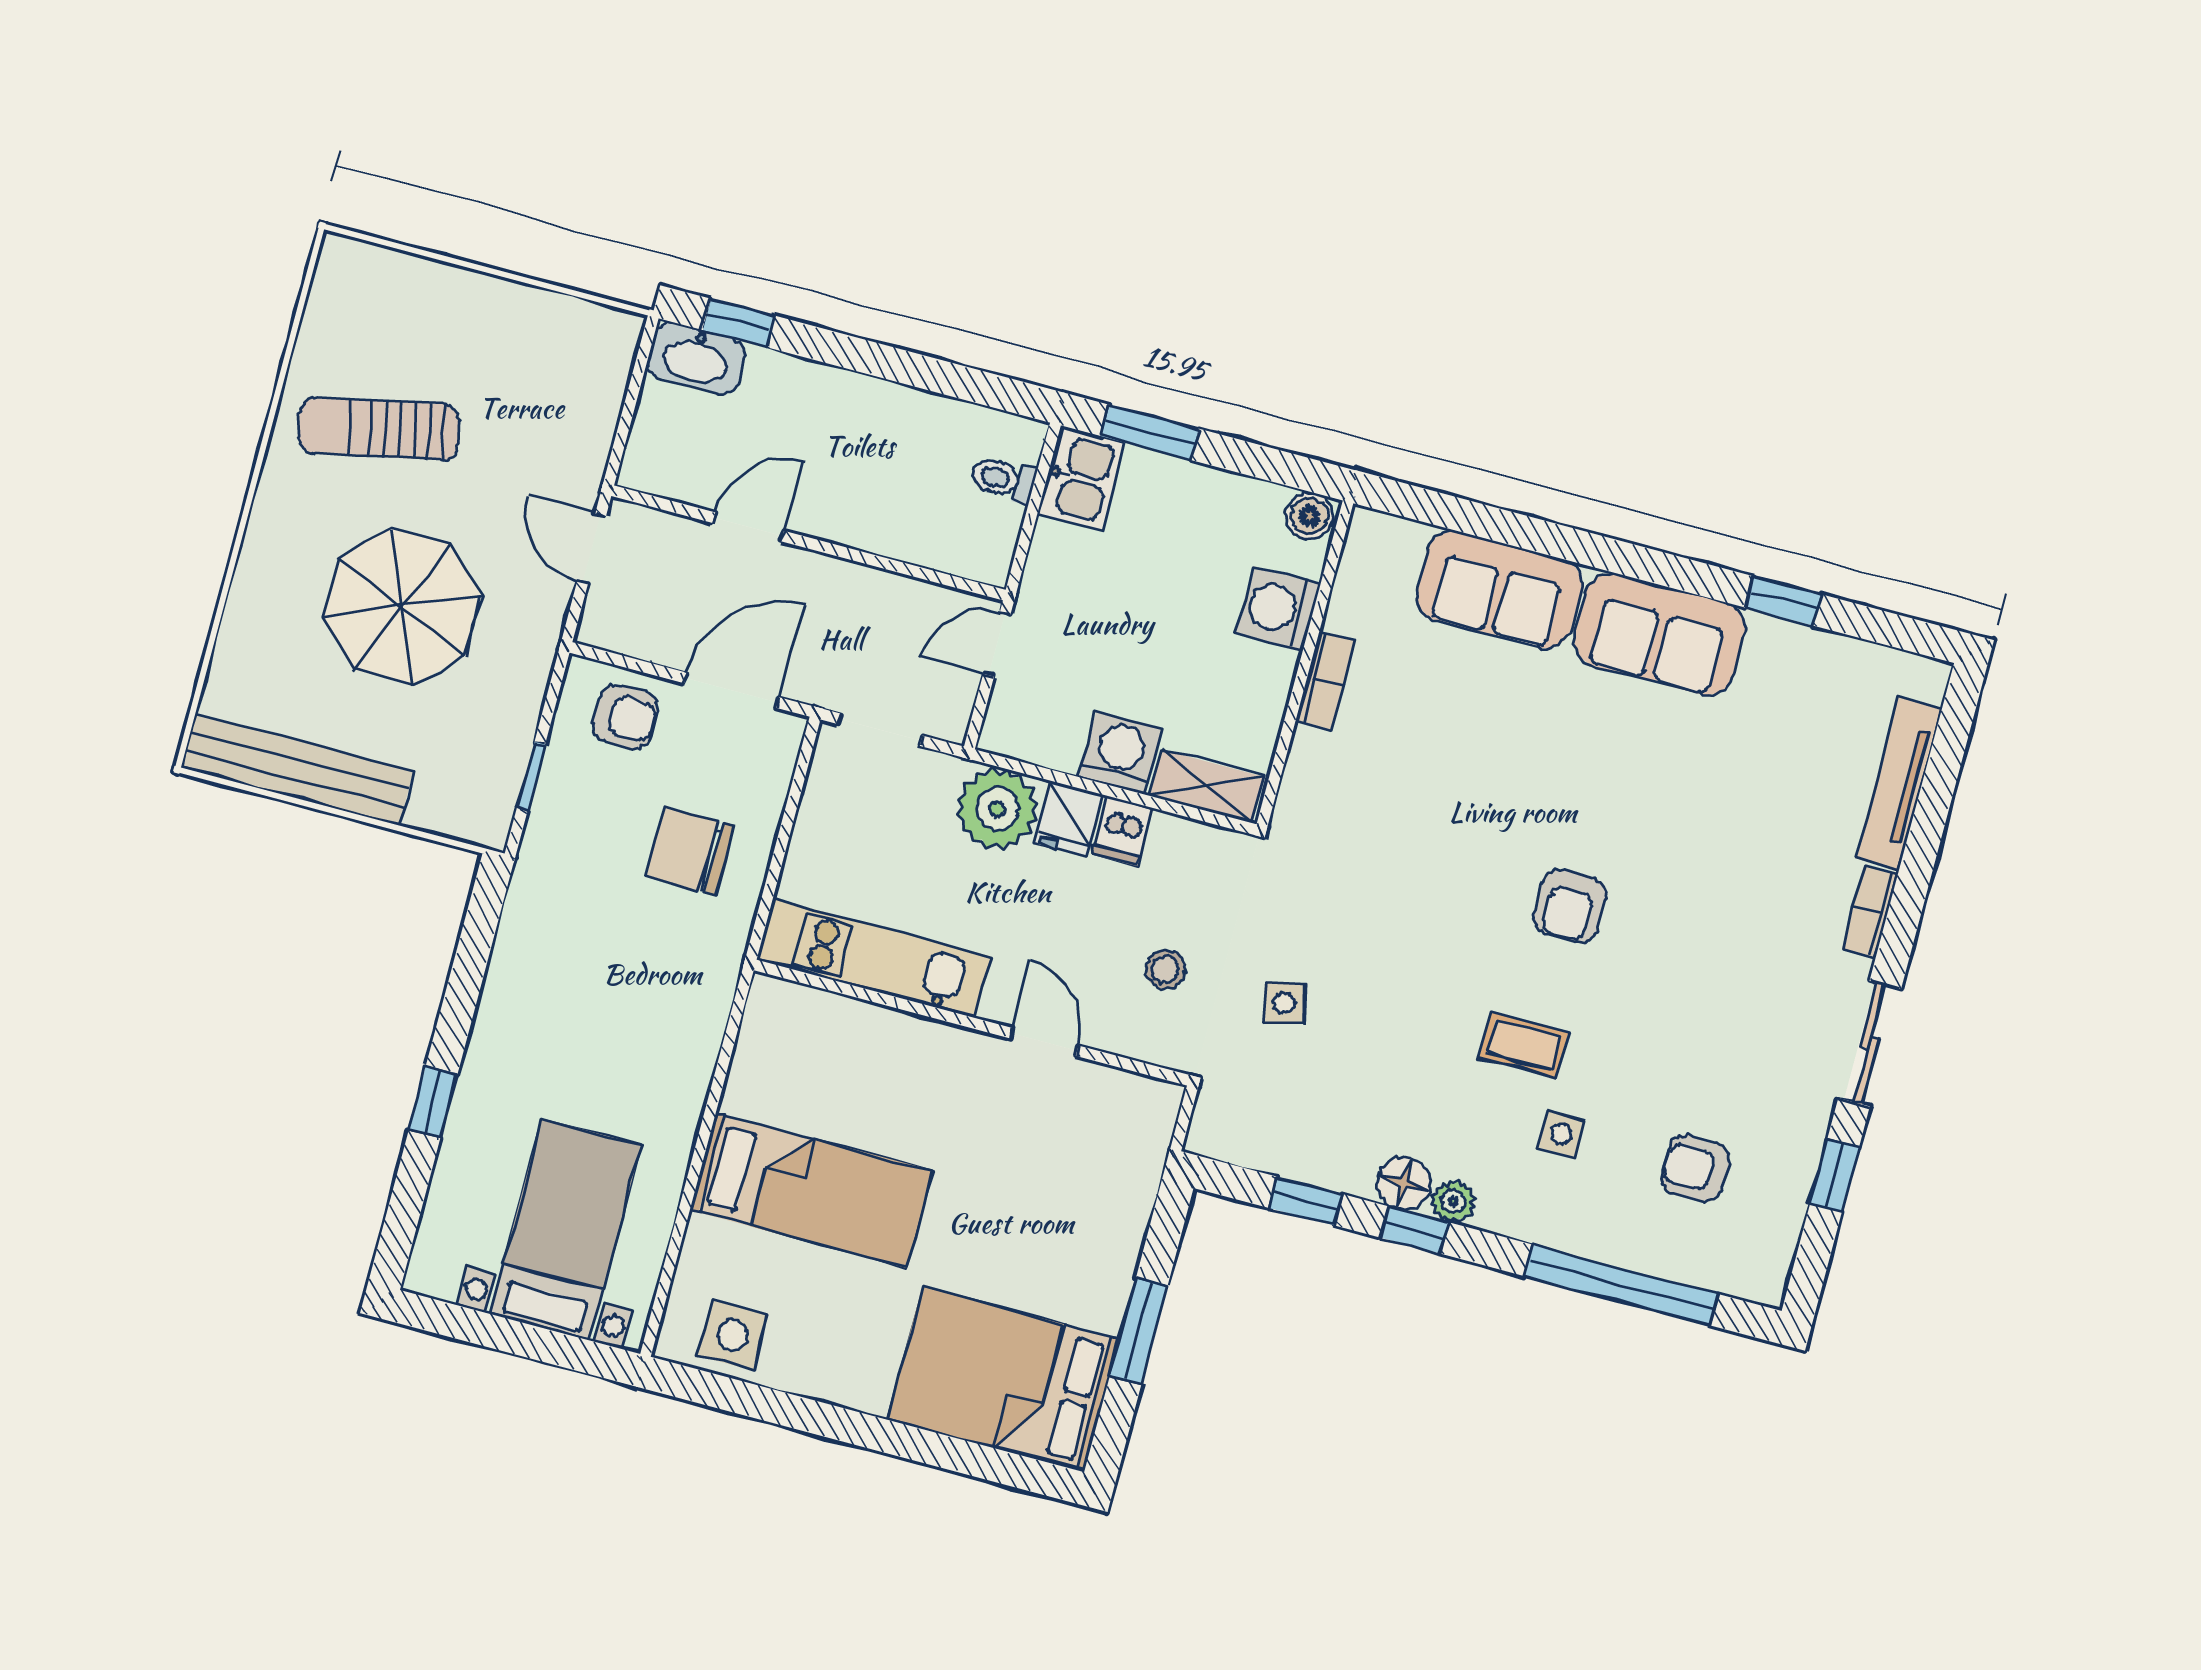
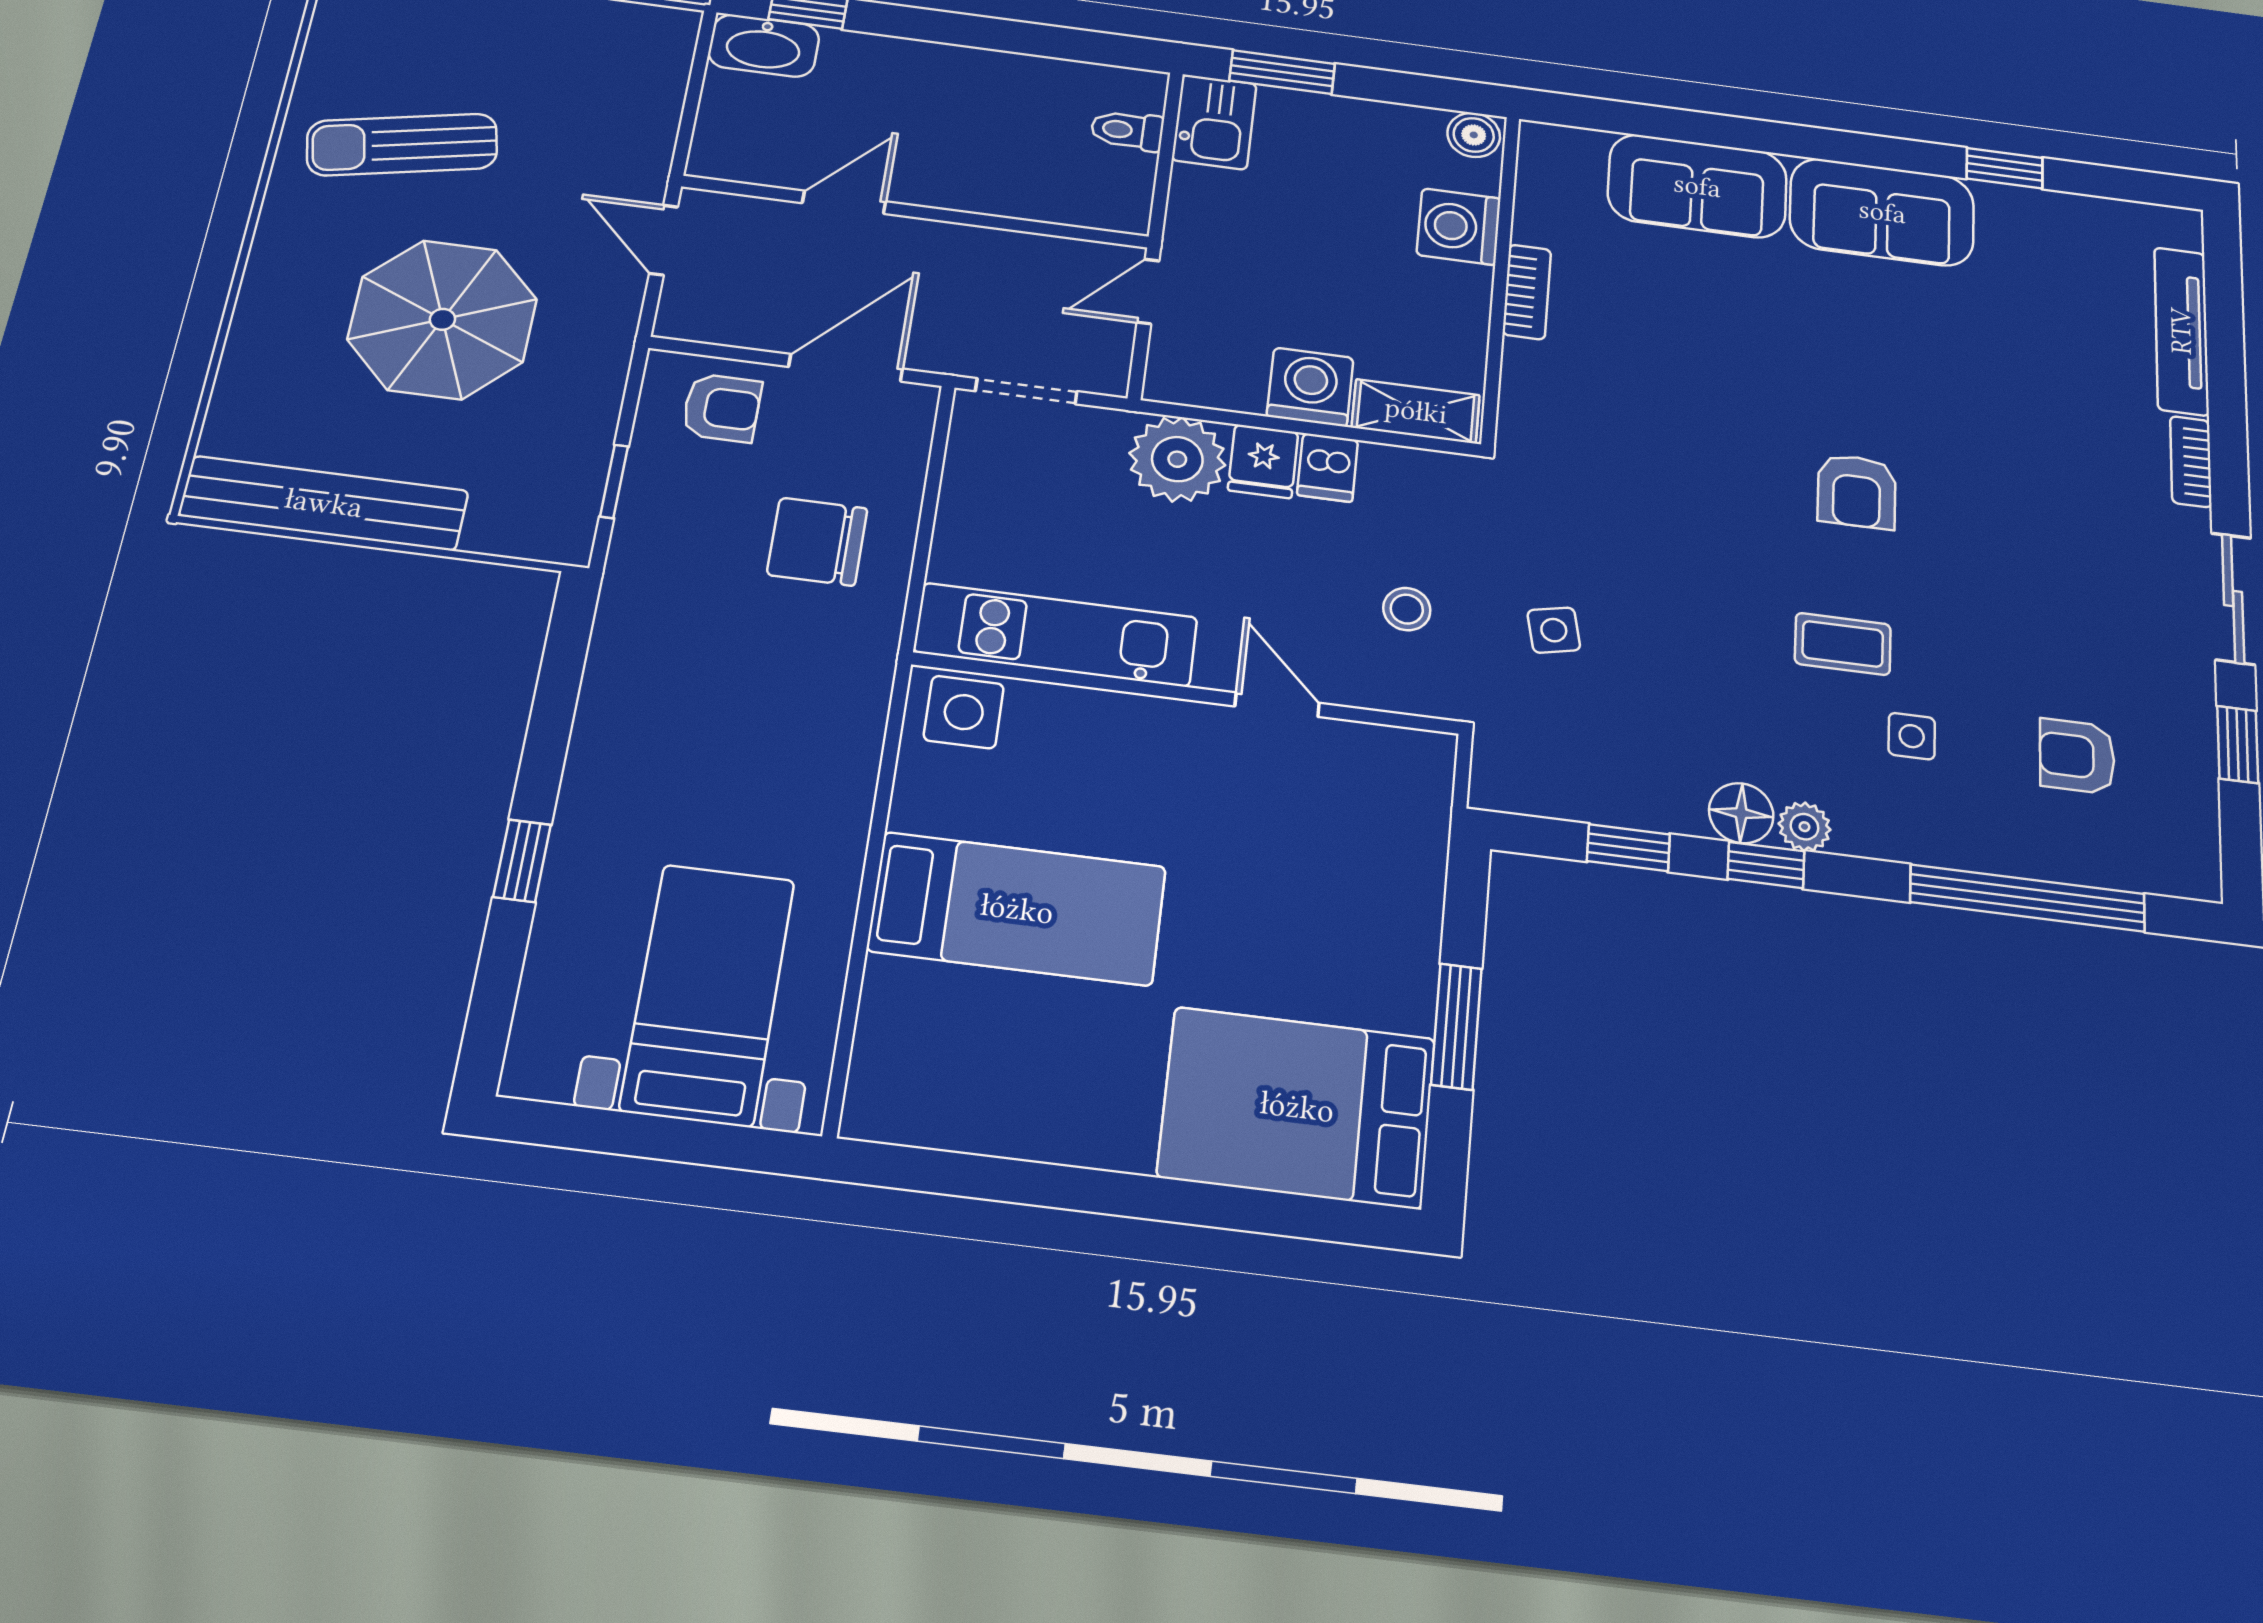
side table: (733, 1335) -> (964, 712), moved

